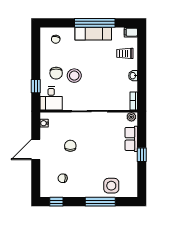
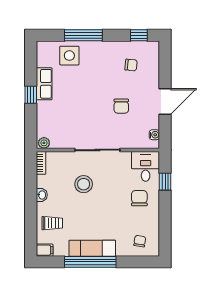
stool: (74, 76) -> (84, 184), moved
row of seats: (131, 139) -> (44, 84), moved

